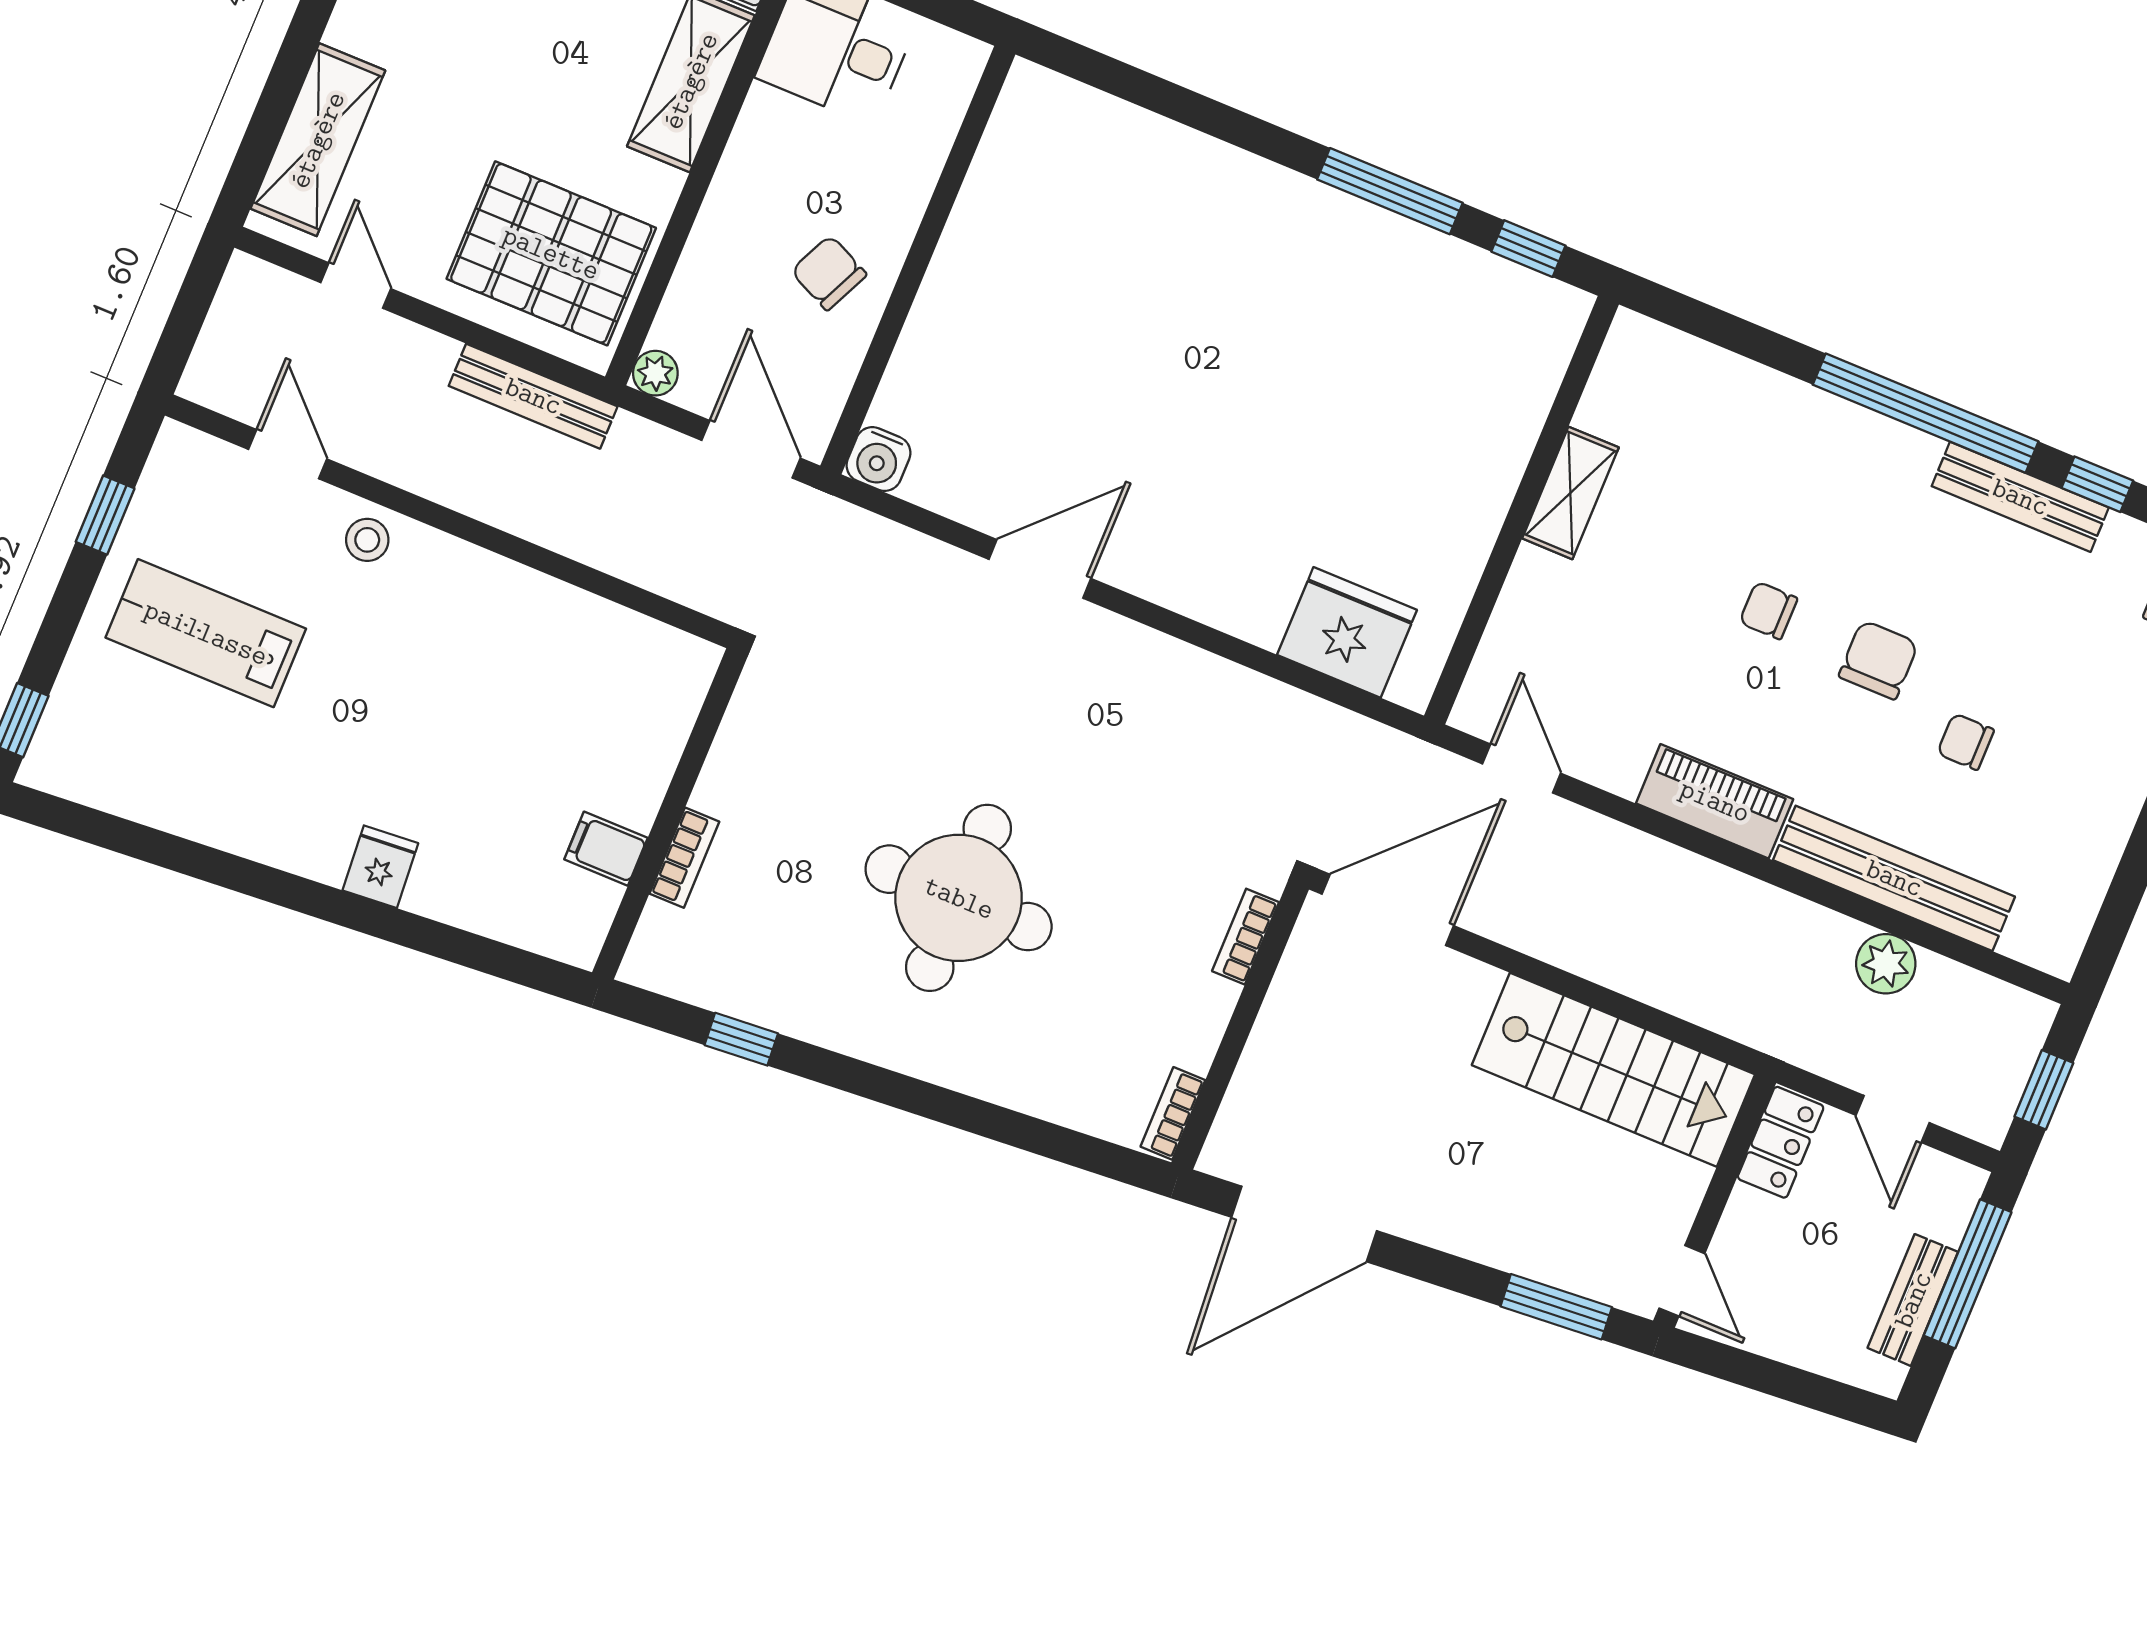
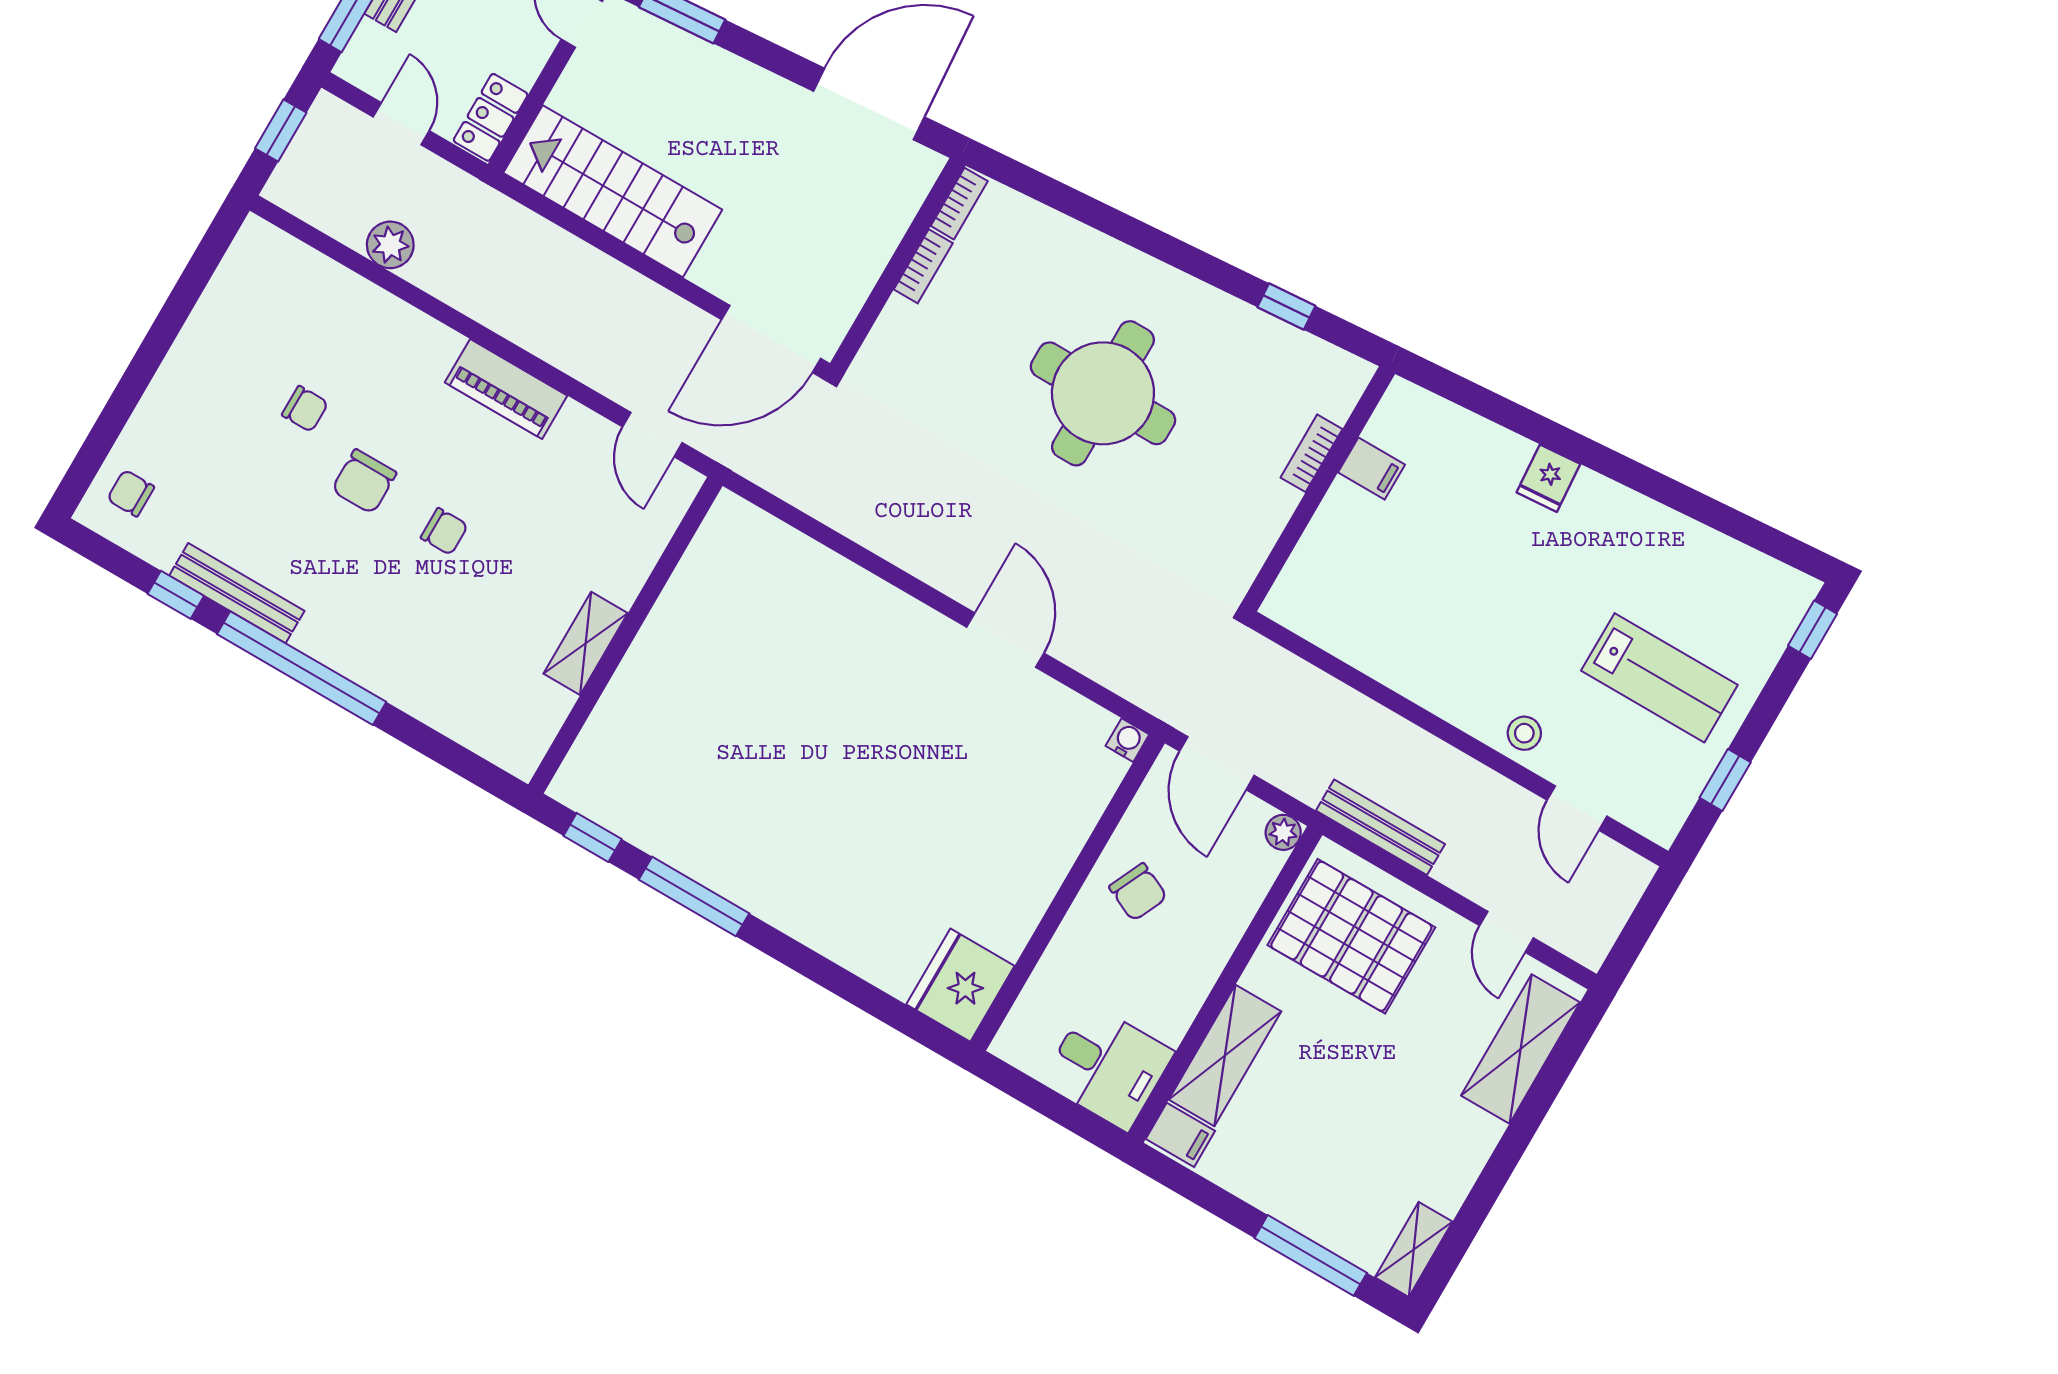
water cooler: (878, 459) -> (1127, 740), width x0.72, depth x0.72
door: (1040, 569) -> (1005, 640), swing flipped
fridge: (1347, 632) -> (960, 985), moved, turned 90
bench: (1894, 878) -> (375, 310), removed
bookcase: (1246, 937) -> (923, 266), moved

